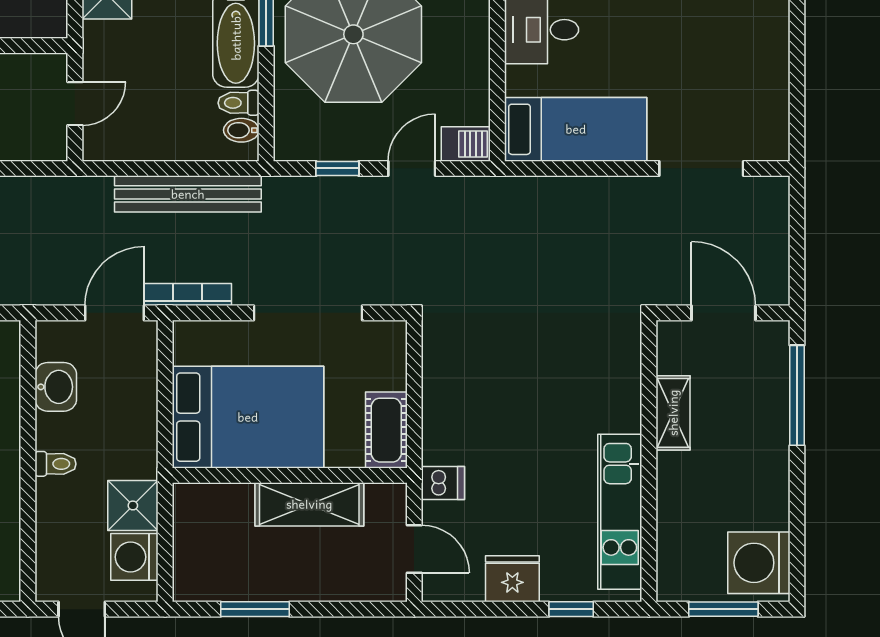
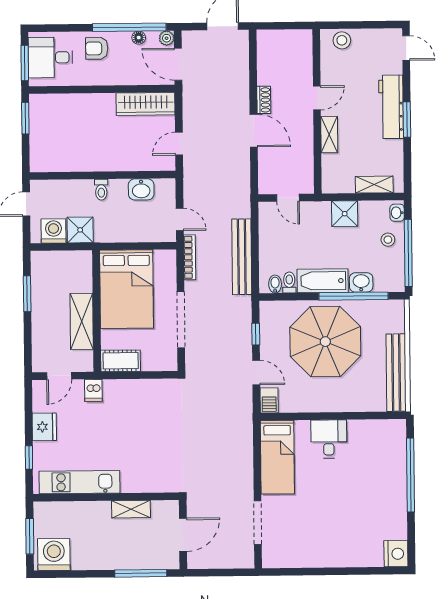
door: (115, 313) -> (180, 219), width x0.73

